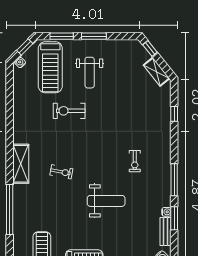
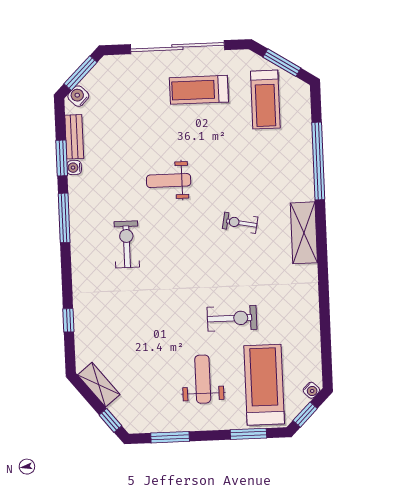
window: (94, 36) -> (170, 437), moved
exercise bike: (135, 161) -> (127, 244), width x1.38, depth x1.39
weight bench: (106, 201) -> (169, 181), width x0.73, depth x0.75

